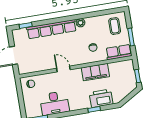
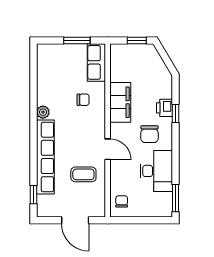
coffee table: (115, 26) -> (83, 174), moved
door: (63, 69) -> (108, 149), swing flipped
chair: (78, 95) -> (149, 134), added
printer: (101, 98) -> (165, 108), width x0.53, depth x0.68

